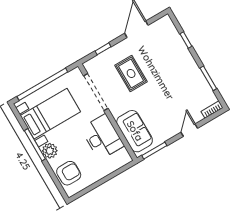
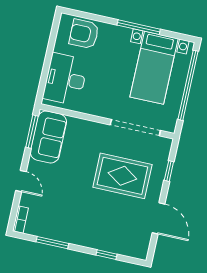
rug: (131, 73) -> (122, 176), width x1.36, depth x1.43
sofa: (135, 131) -> (48, 137), moved, turned -90
desk: (102, 137) -> (65, 79), moved, turned 90
plant: (50, 151) -> (121, 36), removed
armchair: (69, 173) -> (84, 34), turned 90

